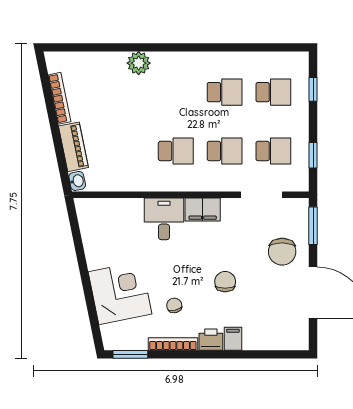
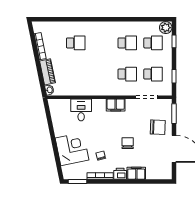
plant: (139, 63) -> (166, 28), moved
school desk: (176, 151) -> (76, 43), moved
desk: (164, 219) -> (81, 110), moved
chair: (282, 252) -> (158, 127), turned -89
filing cabinet: (233, 339) -> (136, 173), width x2.00

